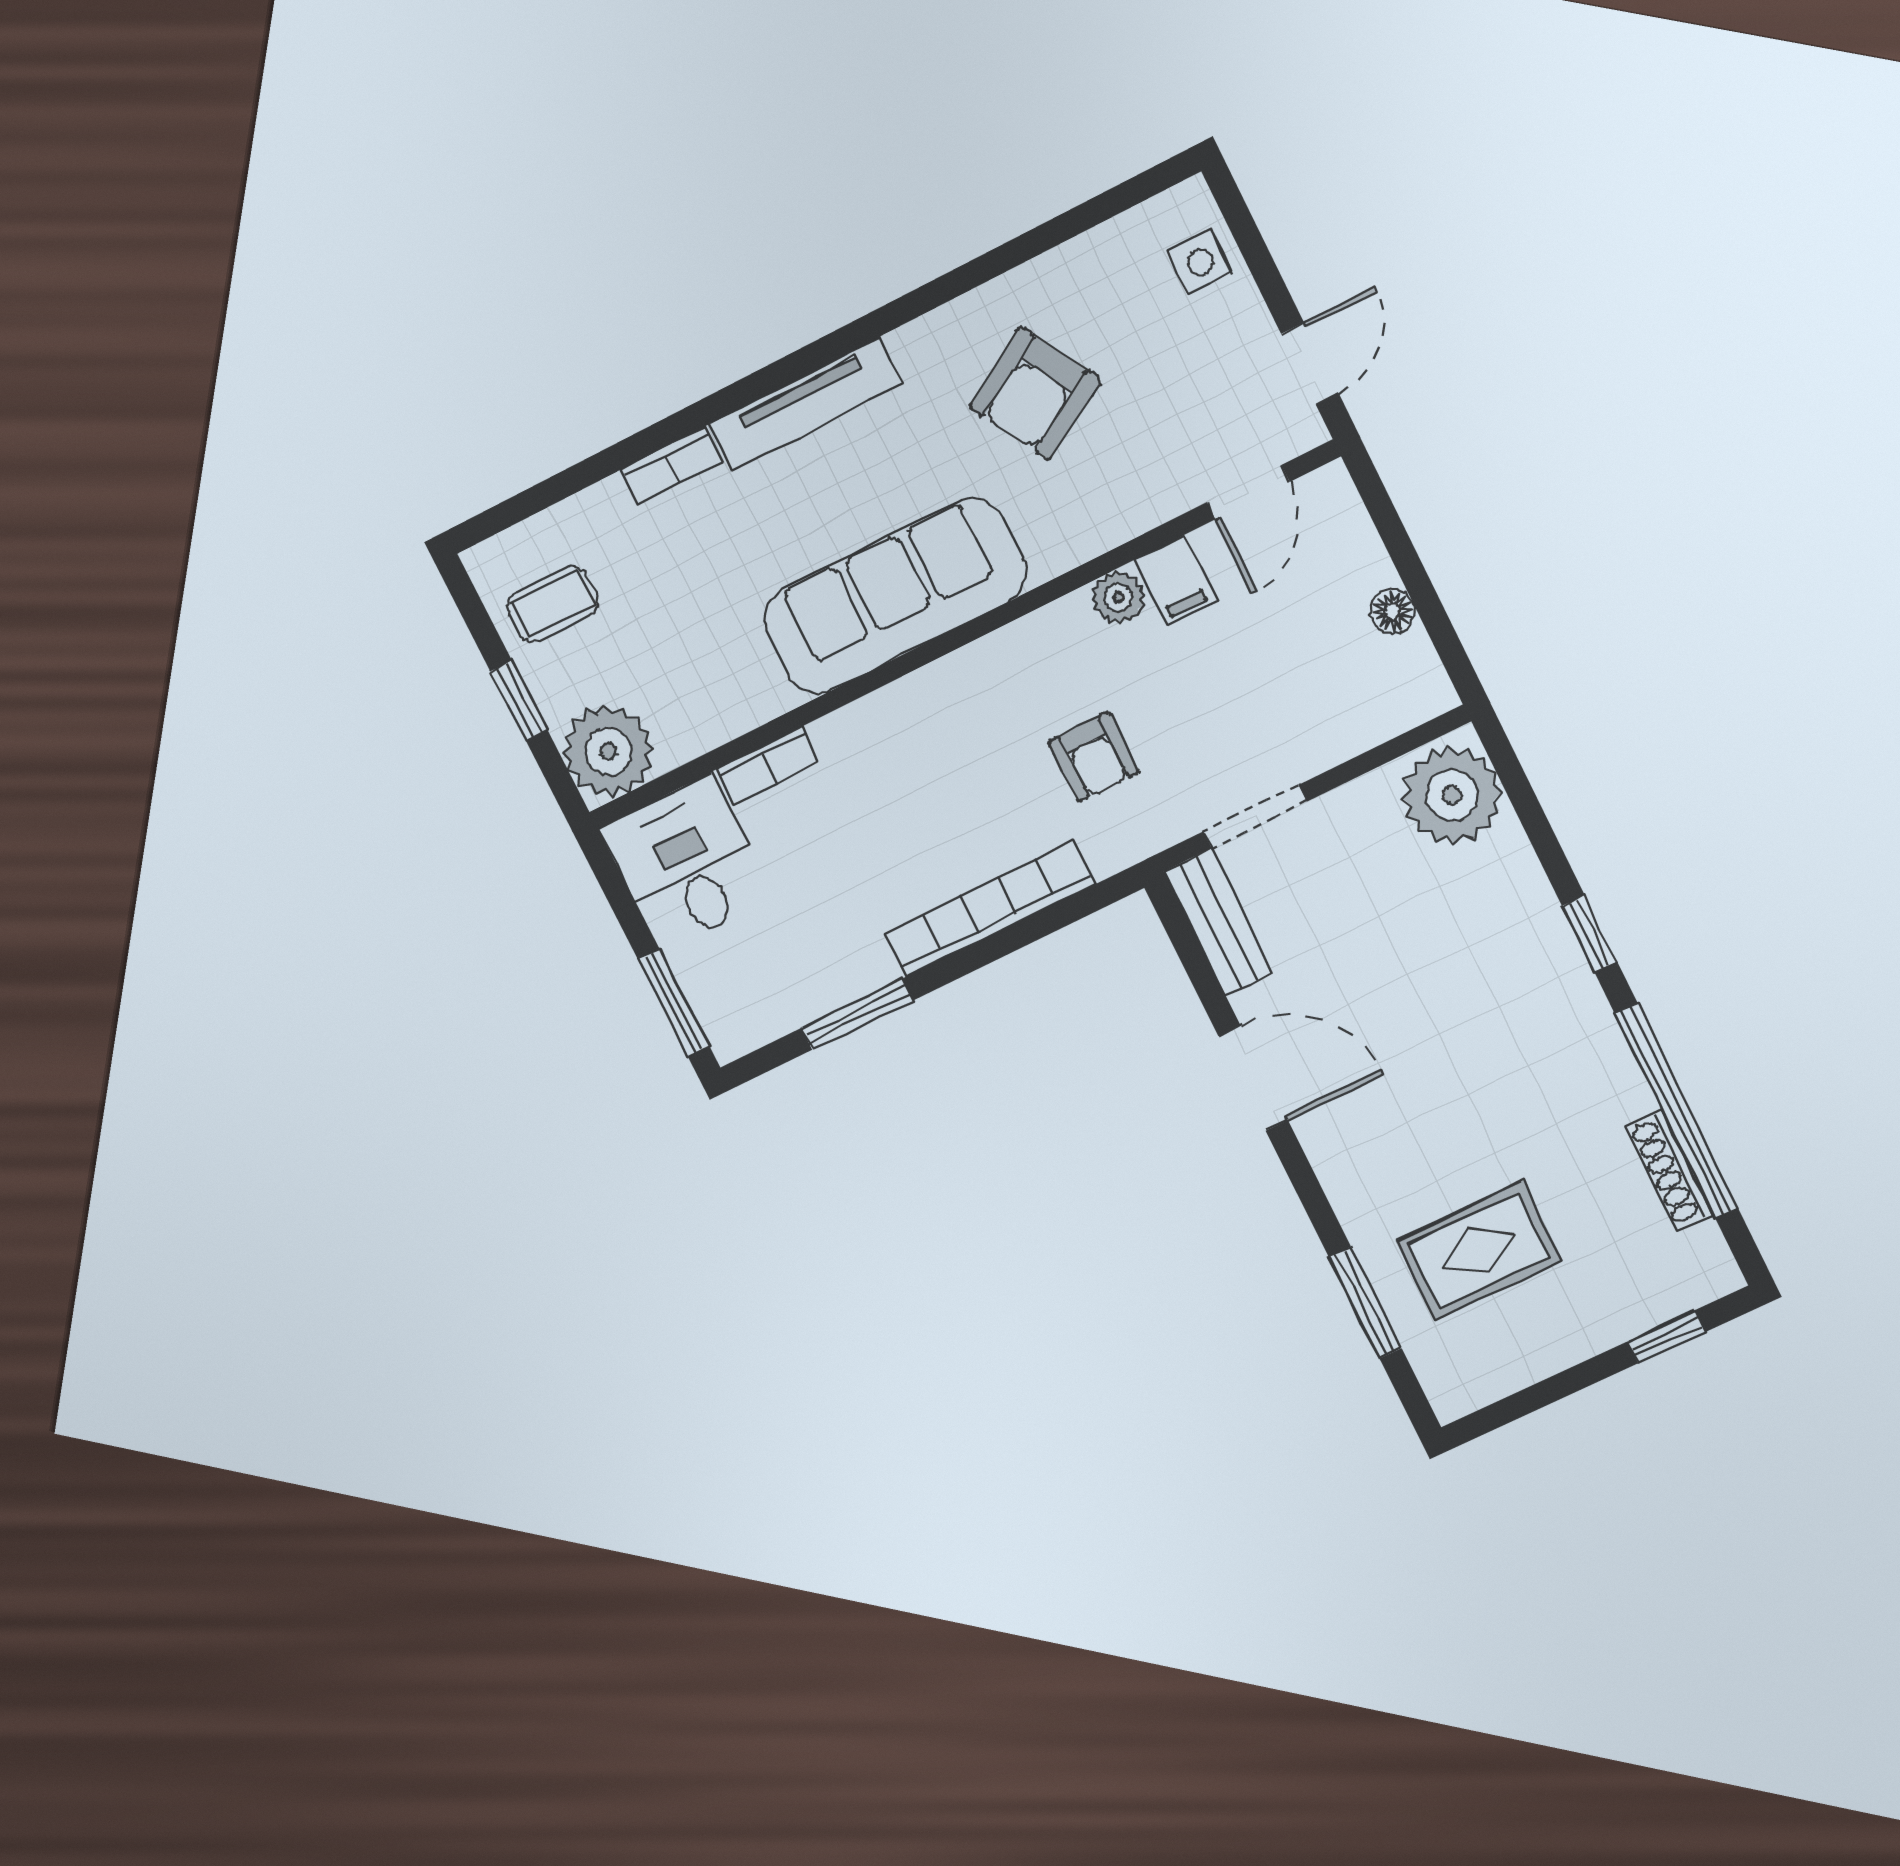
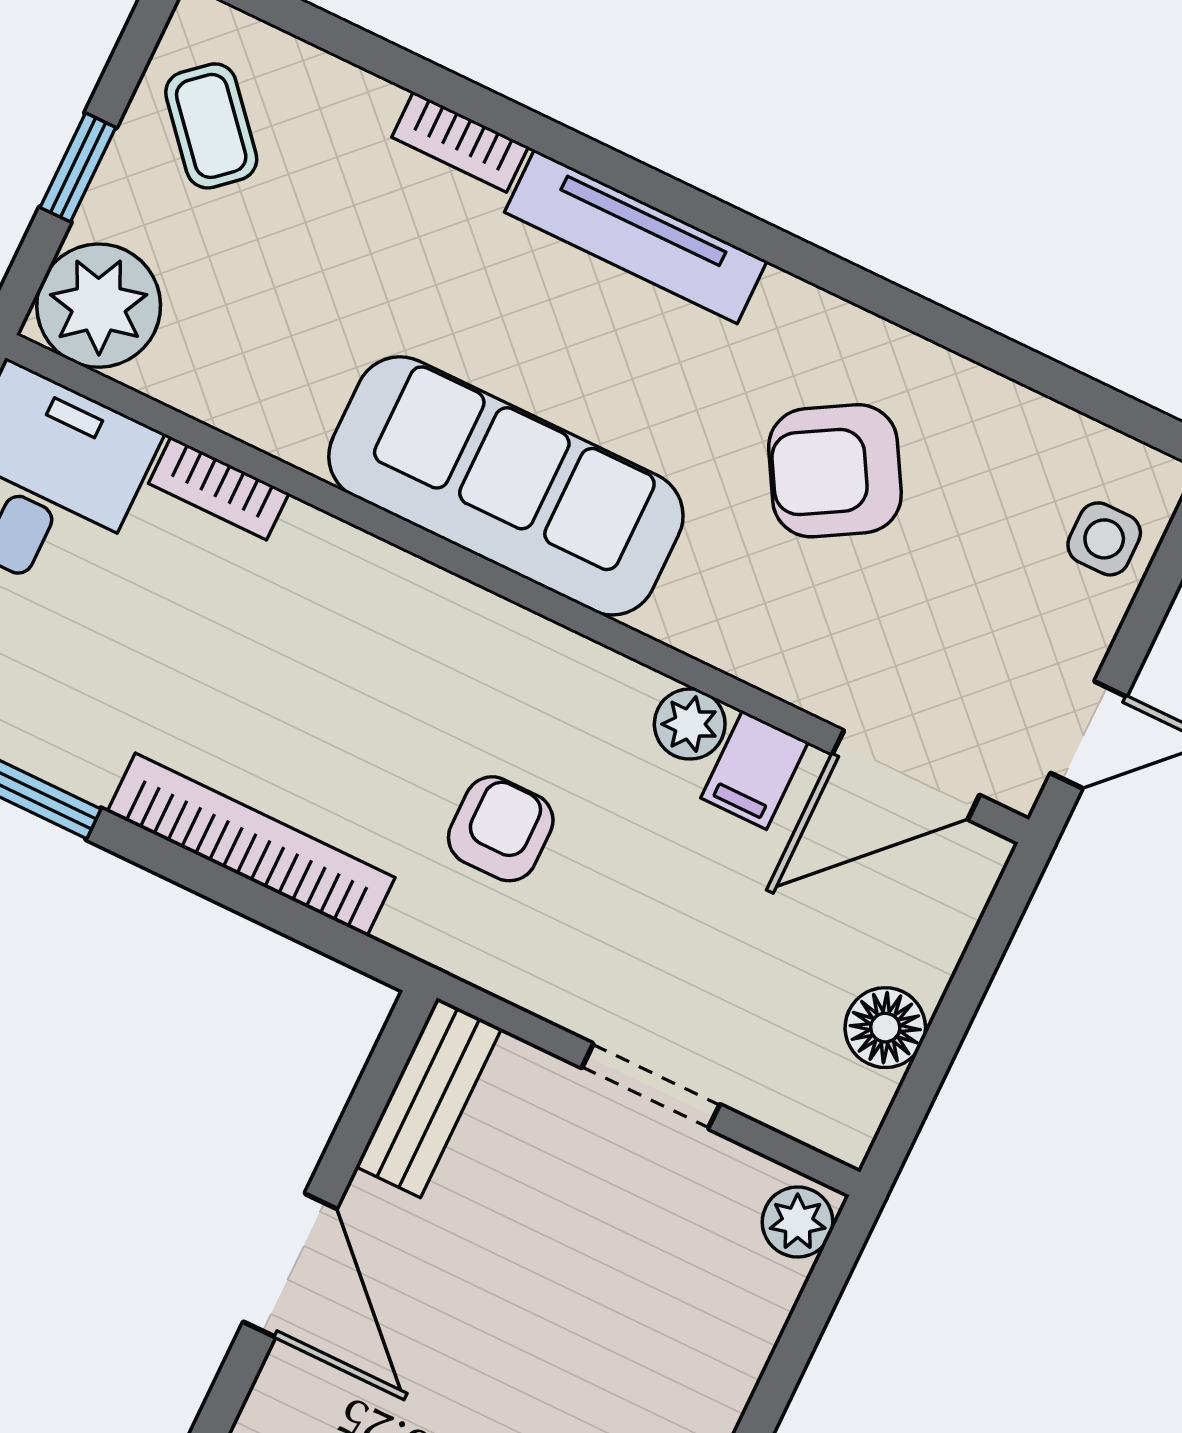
door: (1248, 492) -> (906, 775), width x1.38
coffee table: (553, 604) -> (211, 126), turned 49
floor lamp: (1393, 611) -> (885, 1028), width x1.37, depth x1.37
armchair: (1094, 757) -> (501, 829), turned 180
plant: (1452, 795) -> (798, 1222), width x0.53, depth x0.53
doorway: (1255, 816) -> (651, 1086), moved

